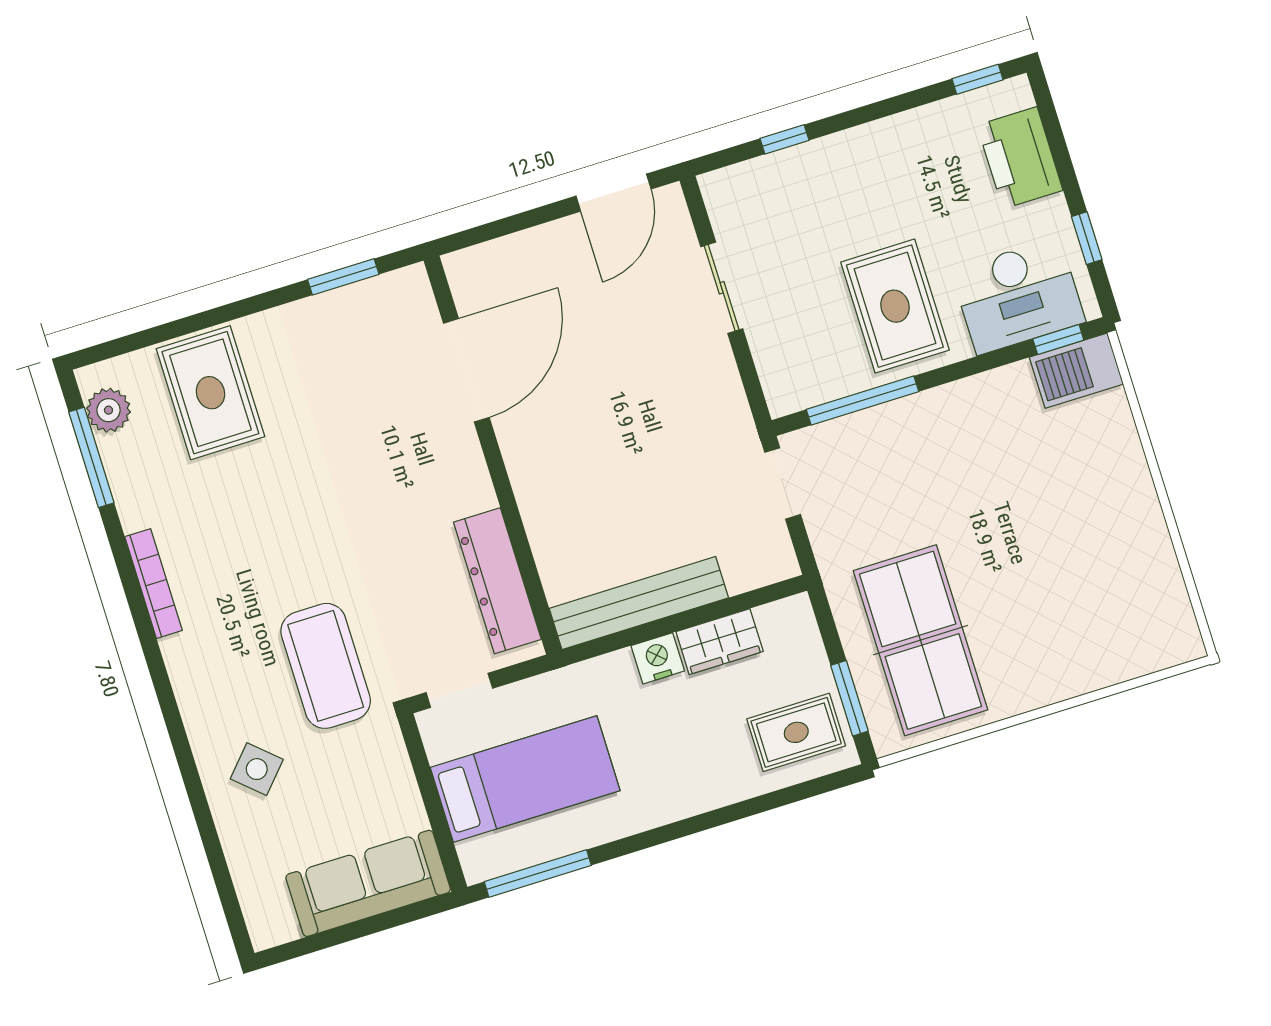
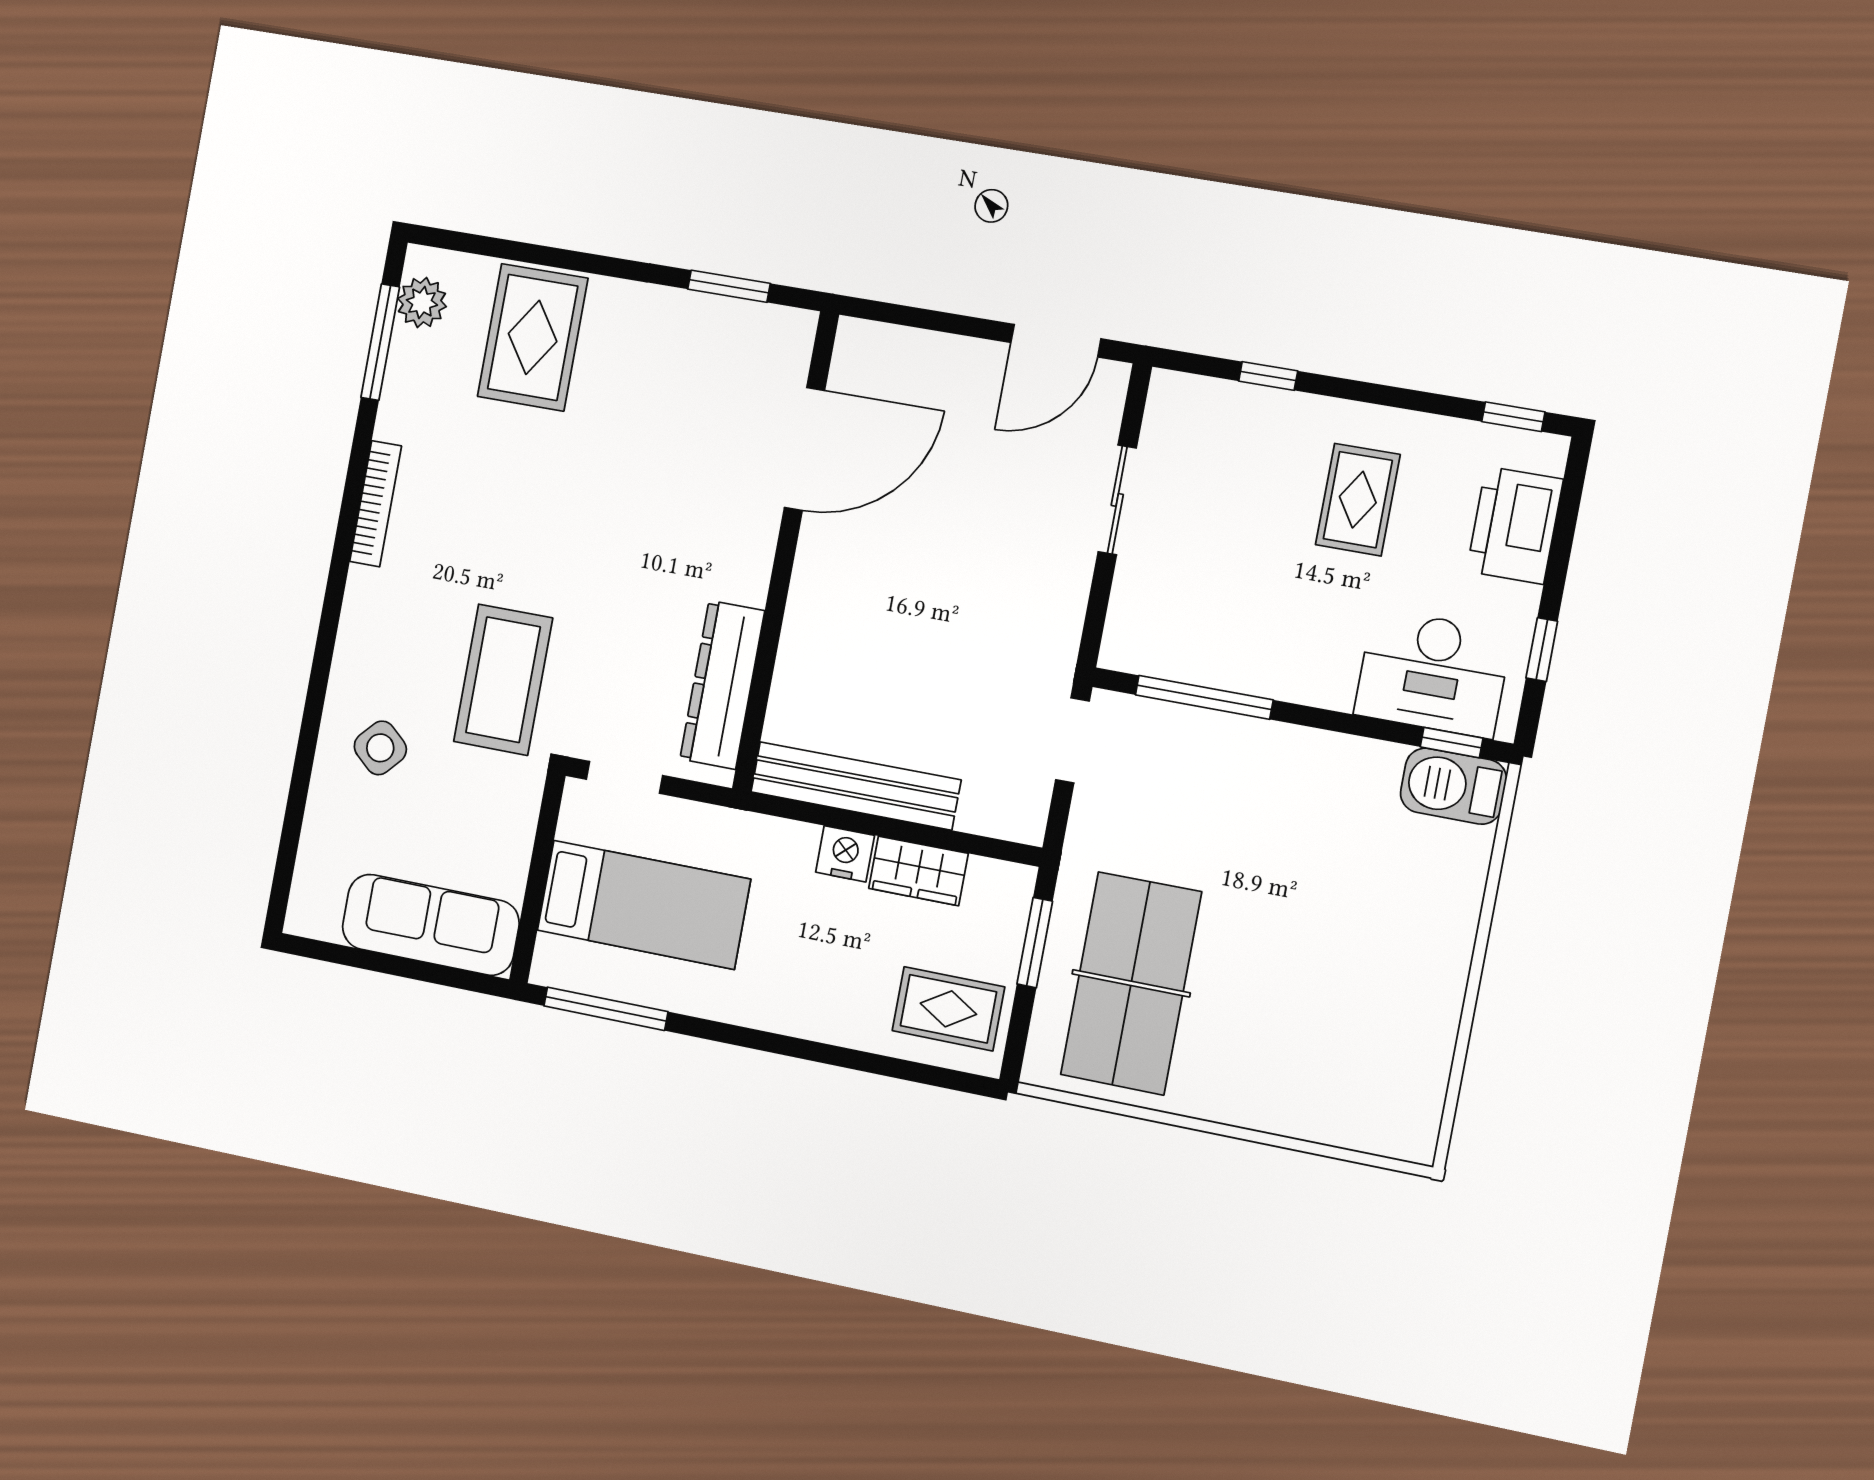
rug: (895, 306) -> (1358, 500), moved, width x0.73, depth x0.70
window: (850, 698) -> (1035, 943), moved

